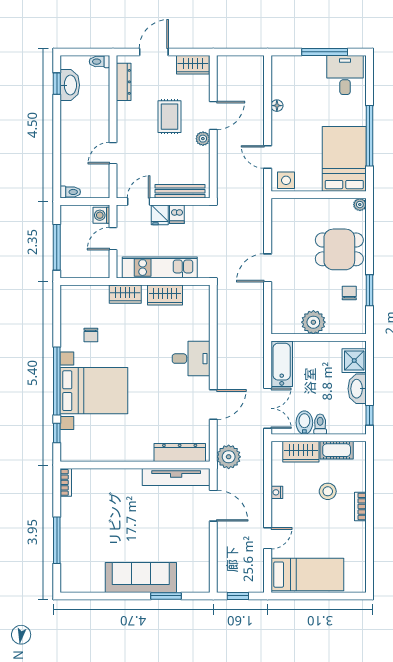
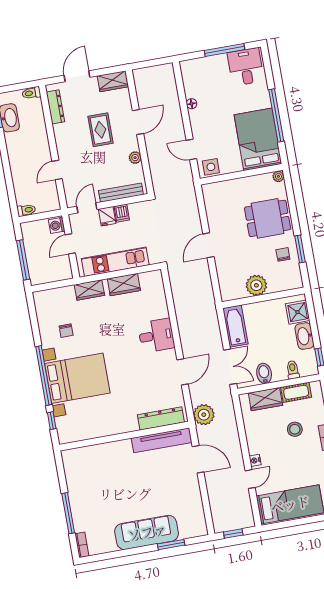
plant: (203, 139) -> (135, 158), moved
toilet: (320, 424) -> (293, 370), moved
bookcase: (66, 482) -> (82, 545), moved
nightstand: (277, 492) -> (255, 460), moved

